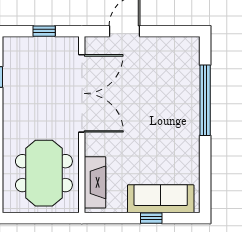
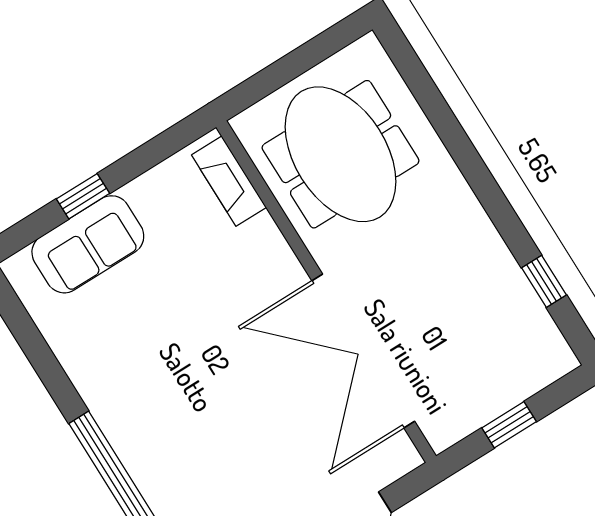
fireplace: (95, 182) -> (229, 181), width x0.73, depth x0.76
sofa: (161, 199) -> (88, 244), width x0.73

